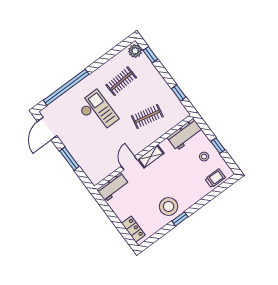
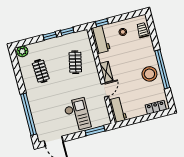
window: (150, 55) -> (50, 36), moved
checkout: (98, 112) -> (77, 115), moved, turned 90
window: (218, 146) -> (102, 23), moved
window: (69, 159) -> (95, 131), moved
door: (129, 163) -> (105, 90), swing flipped
window: (180, 219) -> (162, 69), width x3.17

